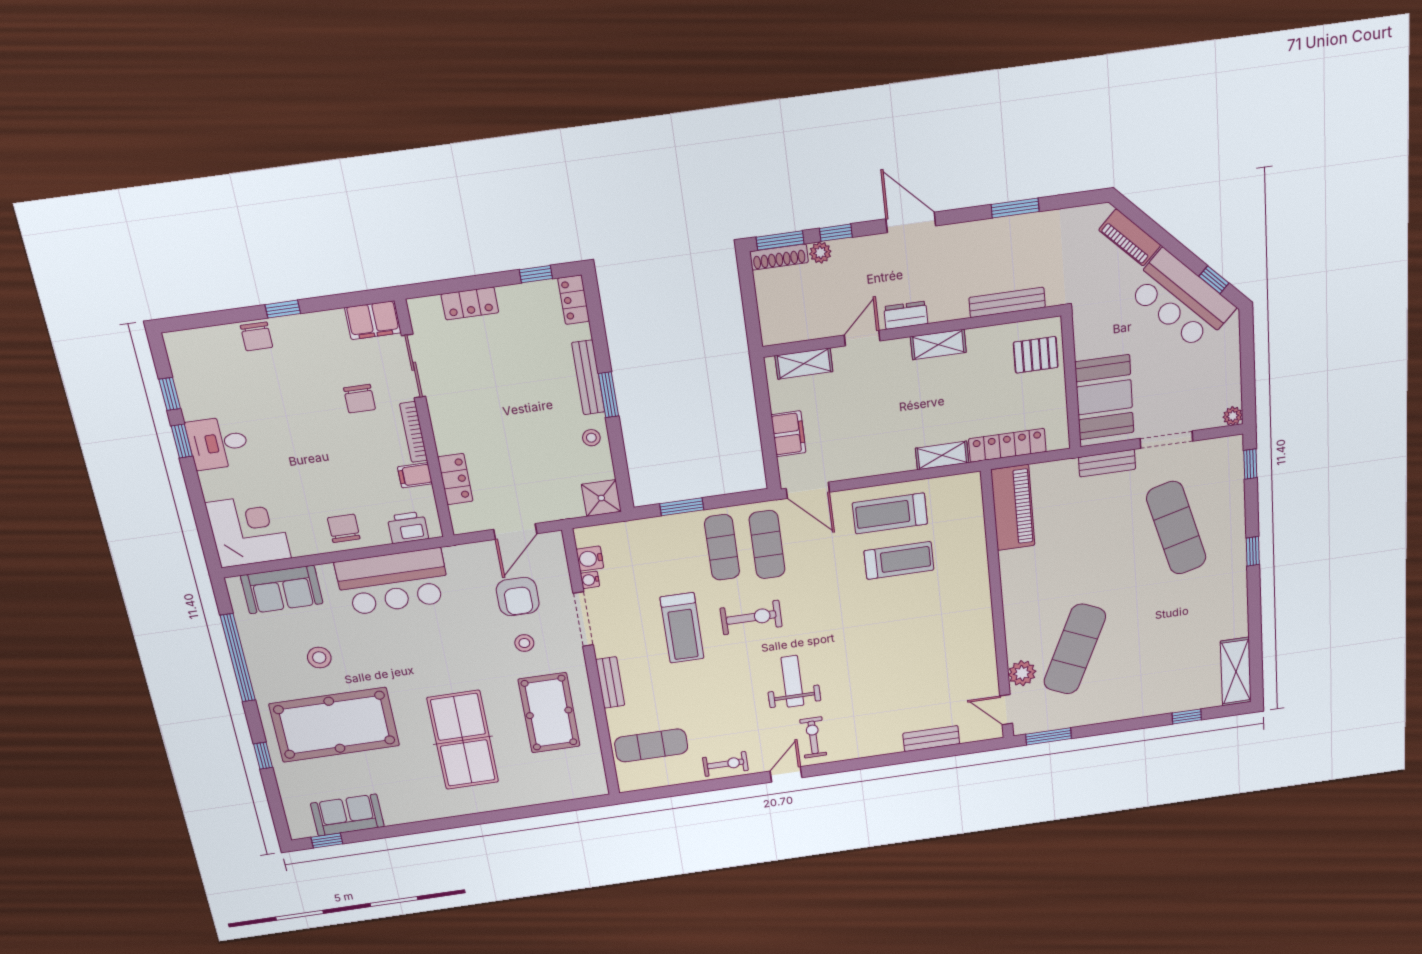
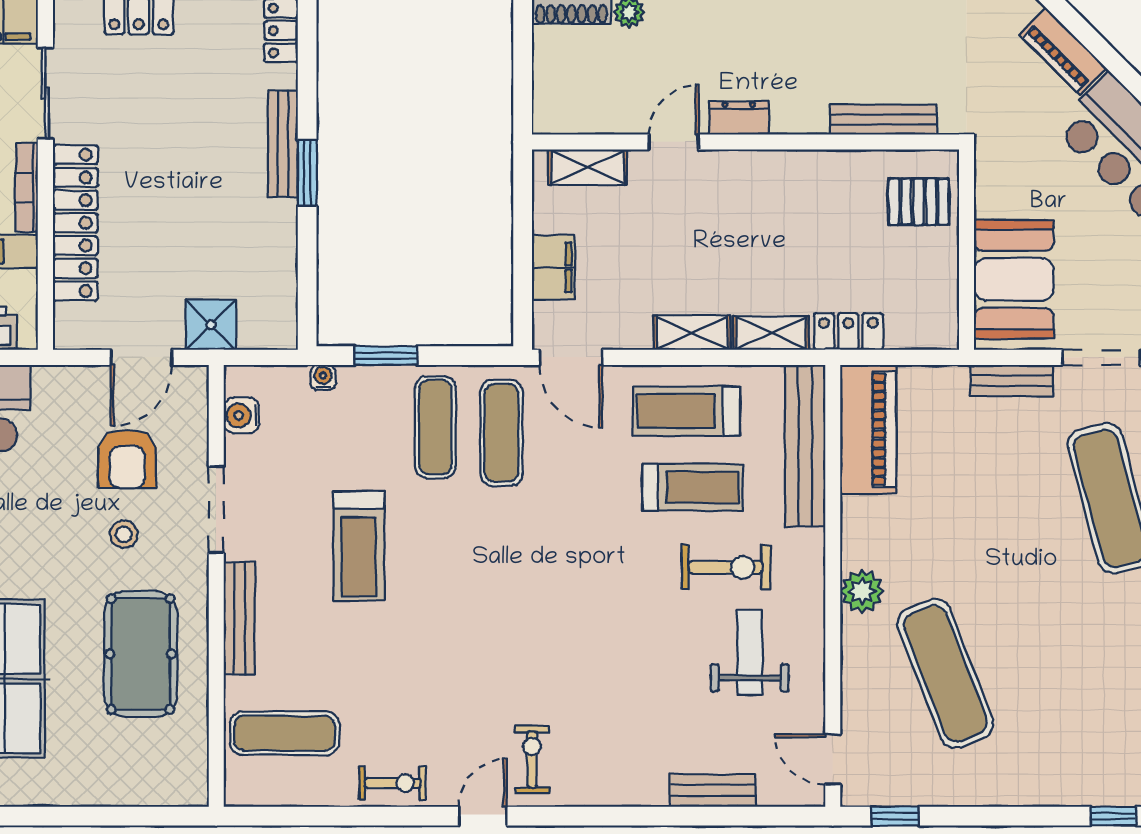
shelving: (938, 345) -> (692, 333), moved
stool: (591, 438) -> (273, 232), removed
locker: (1007, 445) -> (848, 332), width x0.66
locker: (455, 479) -> (75, 223), width x2.16, depth x1.21
shower: (601, 498) -> (211, 325), moved
bench: (972, 524) -> (805, 446), added
water cooler: (590, 580) -> (323, 377), moved, turned 90
exercise bike: (751, 617) -> (726, 567), moved
exercise mat: (1075, 649) -> (945, 673), turned -45
plant: (1022, 673) -> (862, 591), moved
weight bench: (792, 681) -> (750, 652), moved
bench: (610, 683) -> (239, 618), width x1.36
window: (1048, 736) -> (895, 816), width x0.67

